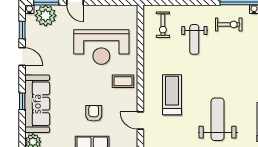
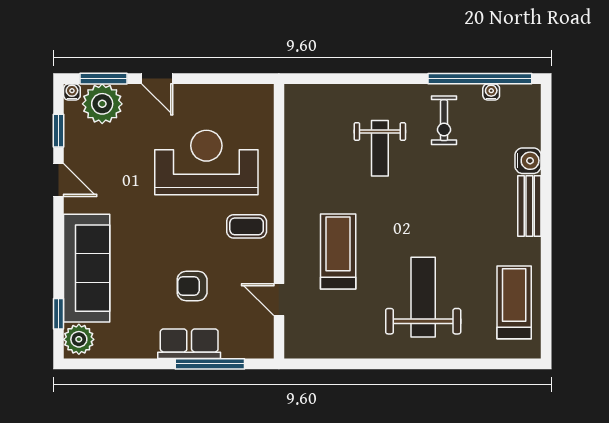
exercise bike: (229, 24) -> (444, 120), turned 90
exercise bike: (163, 25) -> (321, 121), removed
reception desk: (101, 47) -> (206, 162), turned 180
window: (22, 101) -> (59, 314), moved
armchair: (94, 113) -> (192, 286), turned -90

